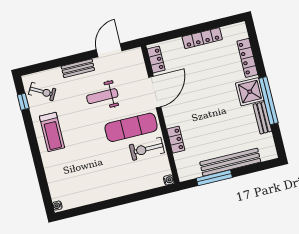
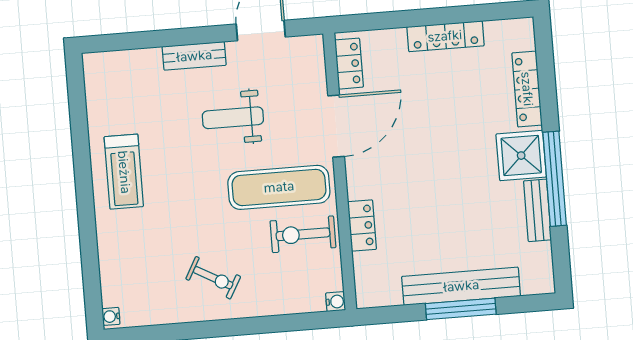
exercise bike: (42, 92) -> (213, 278), moved
window: (23, 102) -> (77, 104), removed
window: (214, 178) -> (461, 309), moved

